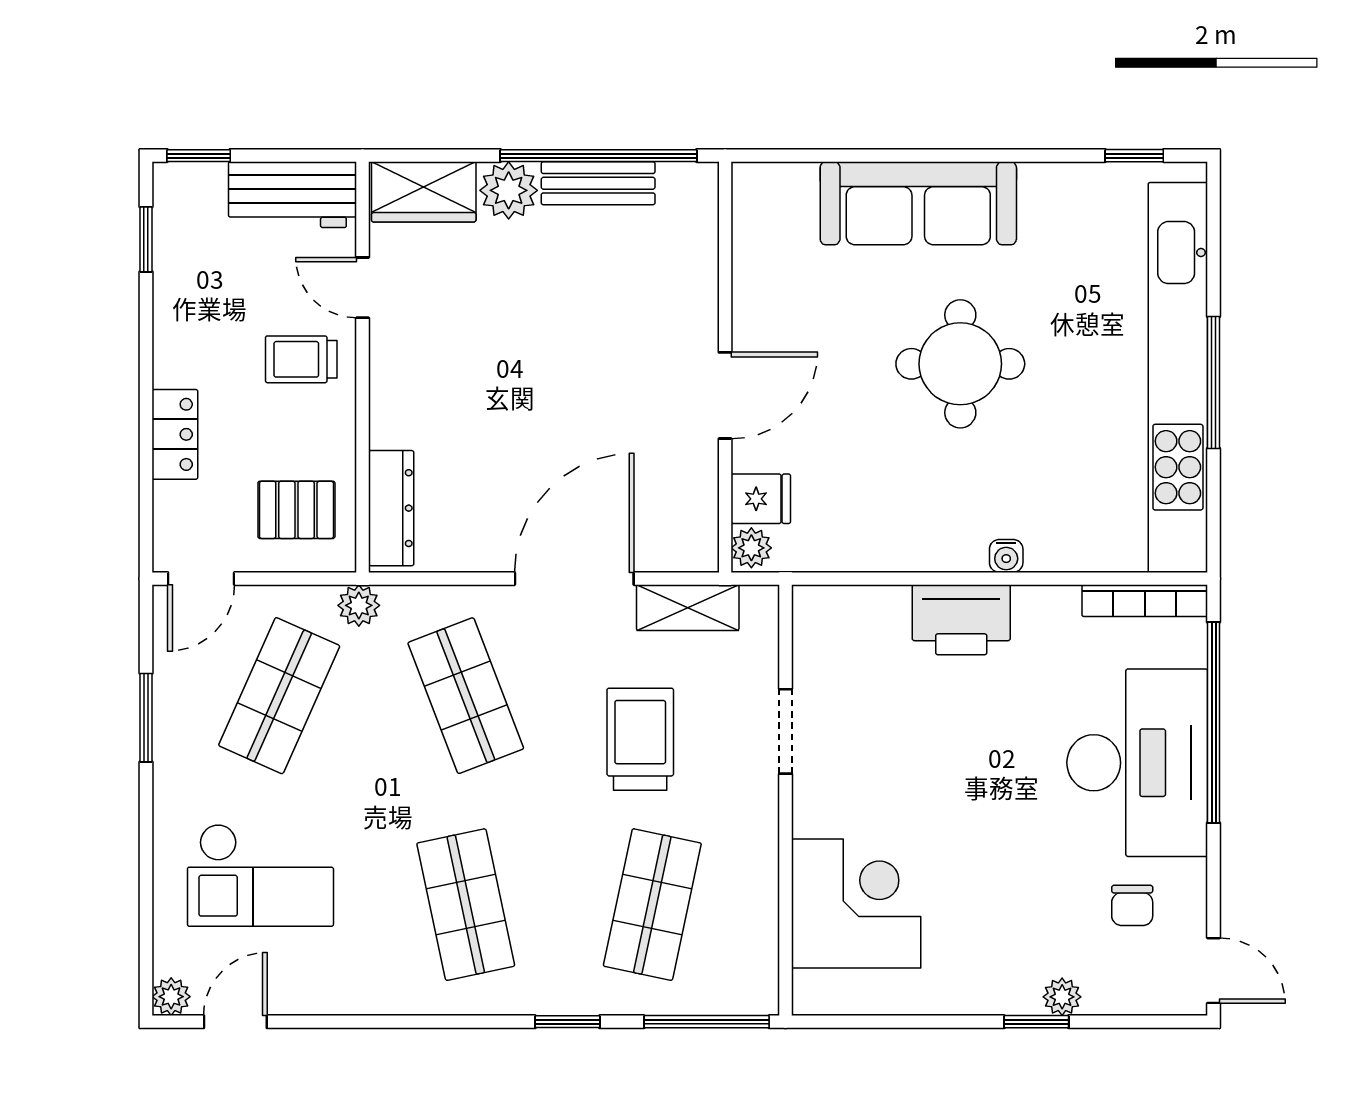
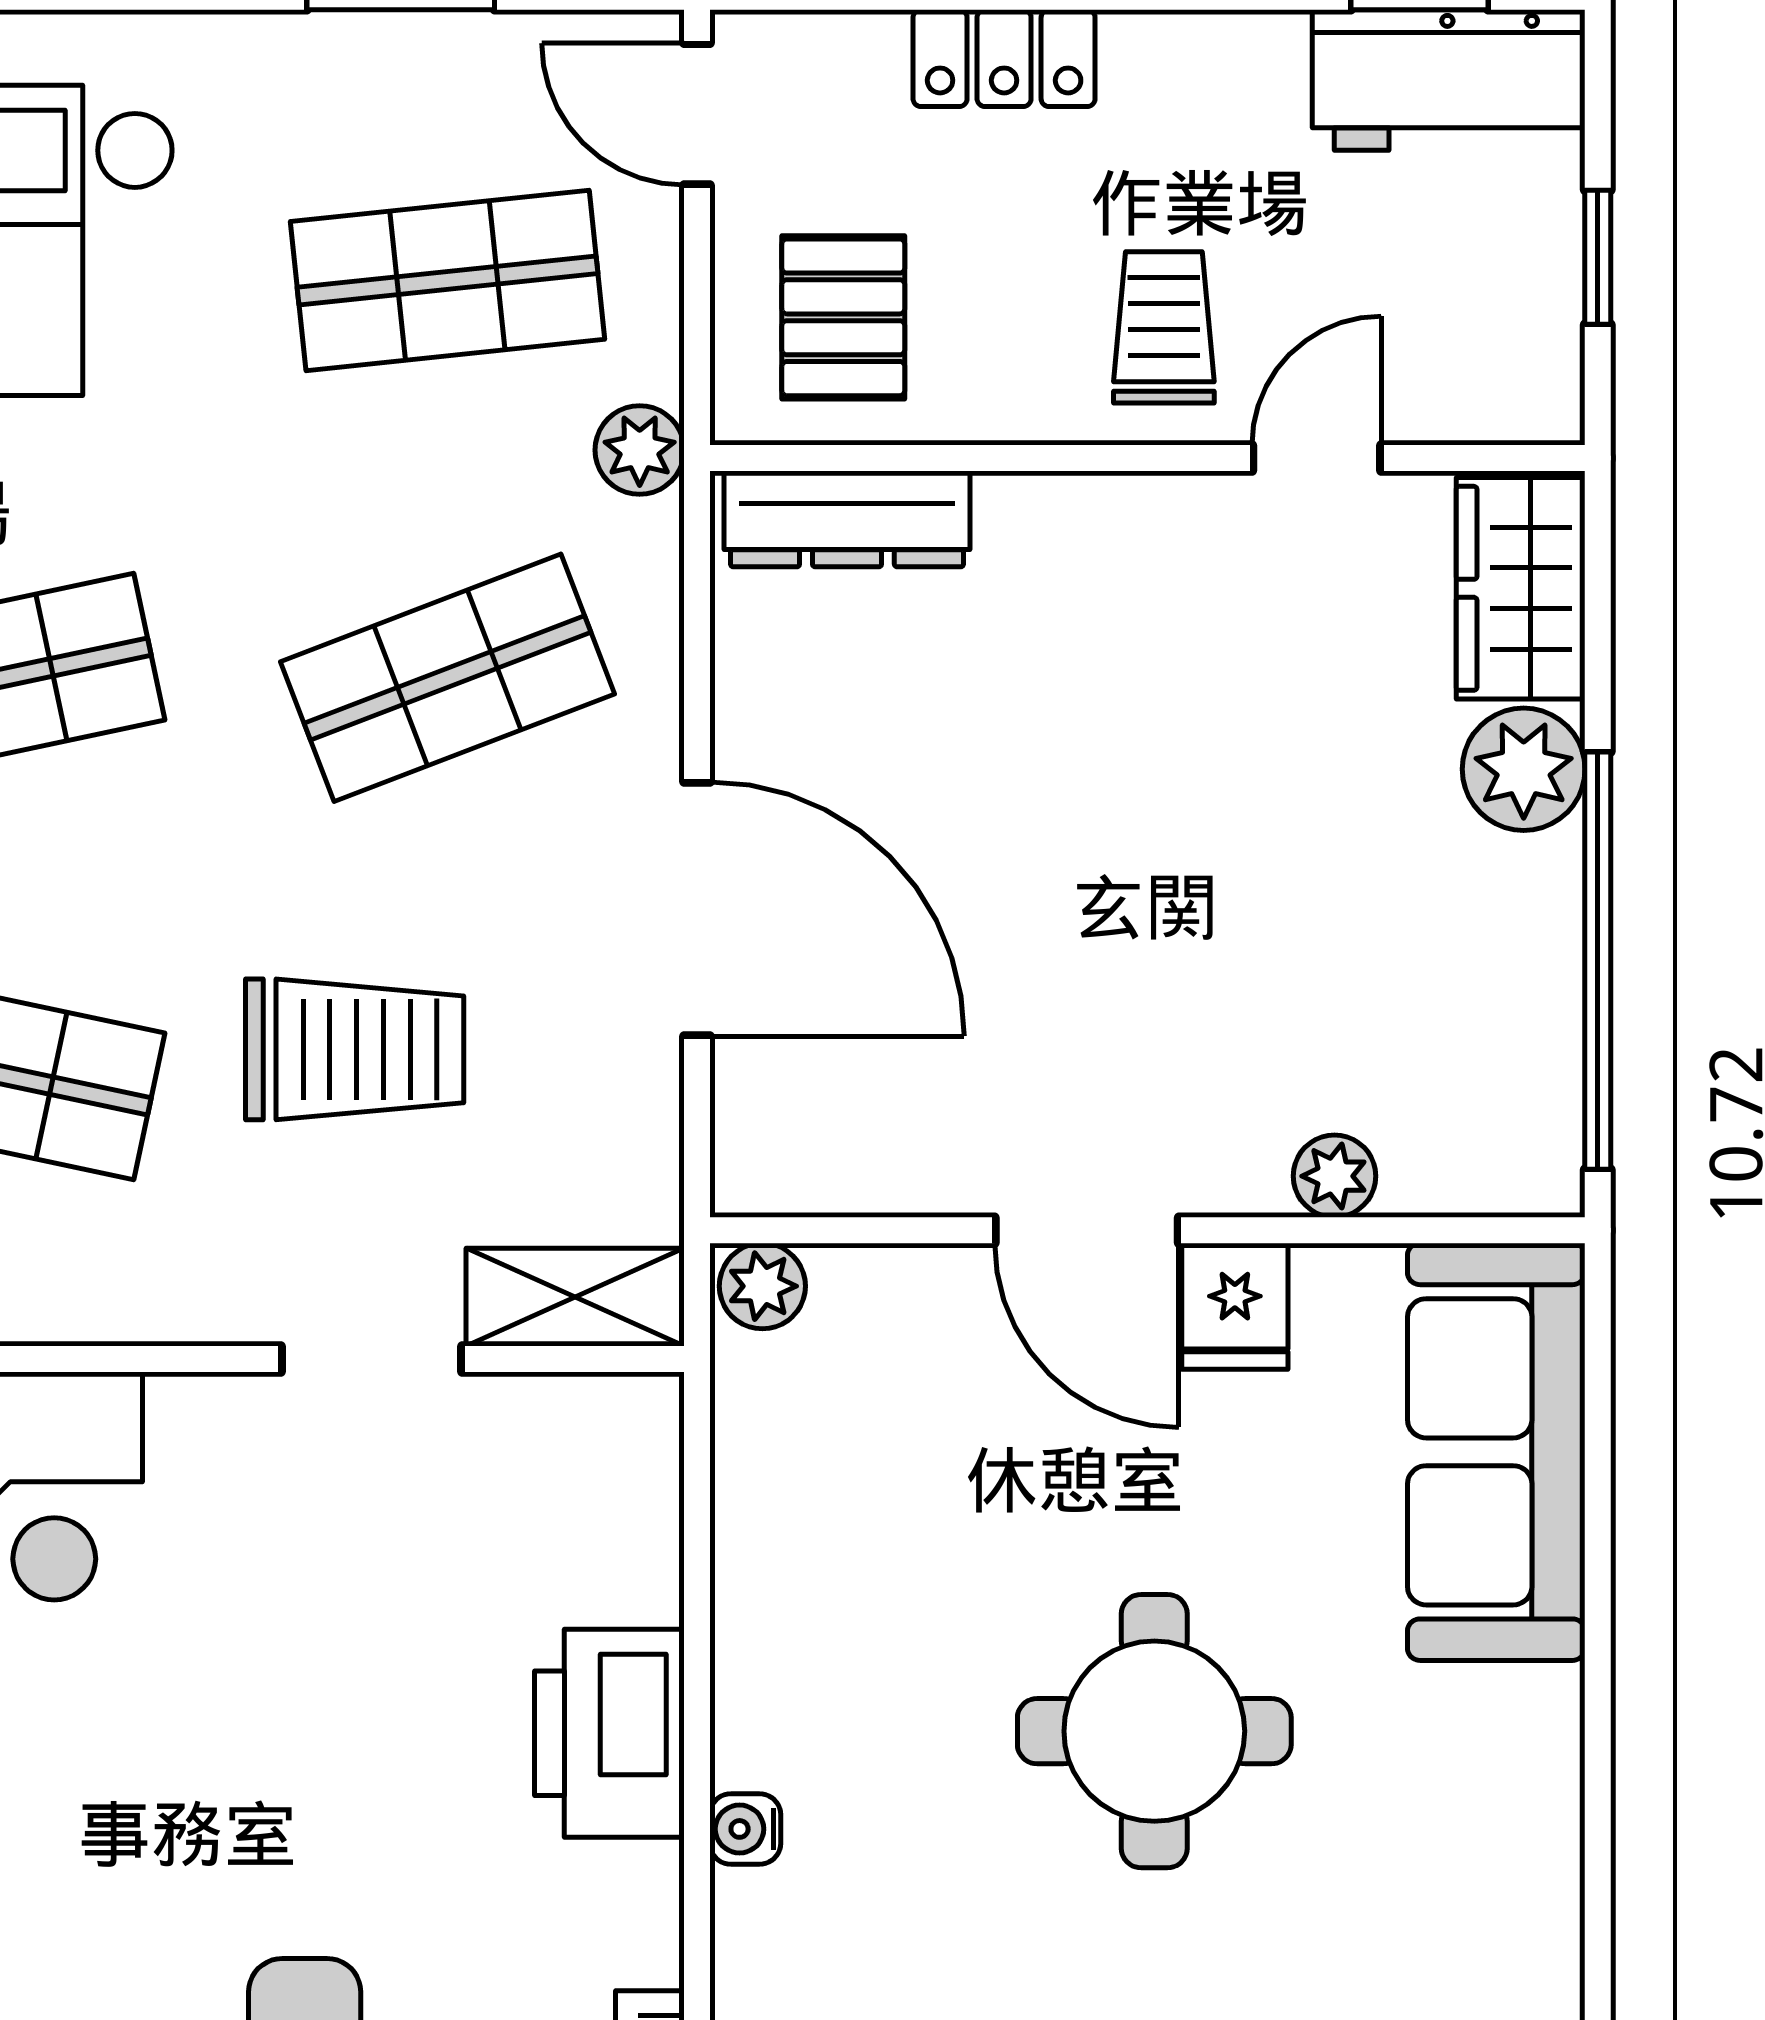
window: (199, 156) -> (1598, 257), moved
bench: (598, 183) -> (1539, 960), removed
workbench: (292, 195) -> (1449, 80), moved, turned -90
sofa: (918, 203) -> (1496, 1452), moved
plant: (700, 279) -> (1334, 1176), added
fridge: (761, 499) -> (1235, 1306), moved
shelving: (688, 608) -> (575, 1297), moved, turned 90
shop shelf: (279, 696) -> (448, 280), turned -30

